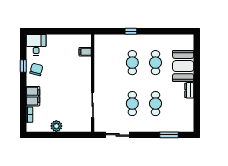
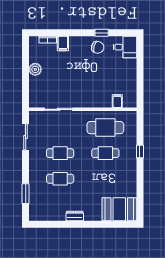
cafe table: (155, 63) -> (105, 128), moved, width x1.37, depth x1.35
booth: (183, 66) -> (119, 209), moved
filing cabinet: (33, 96) -> (63, 43), width x0.50

